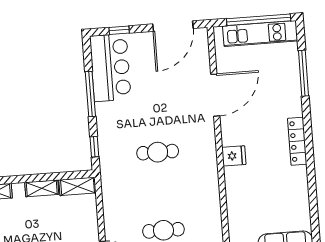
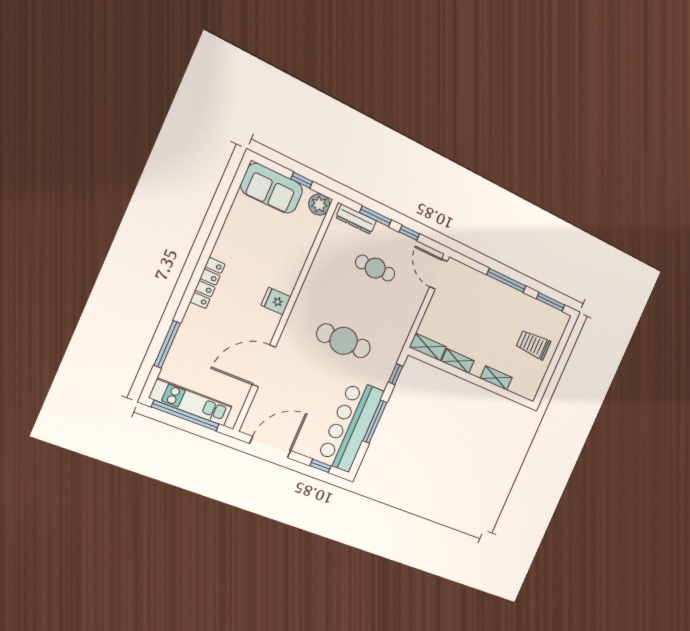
bar counter: (110, 68) -> (350, 426), width x1.36
cafe table: (158, 152) -> (344, 341), width x1.37, depth x1.35

